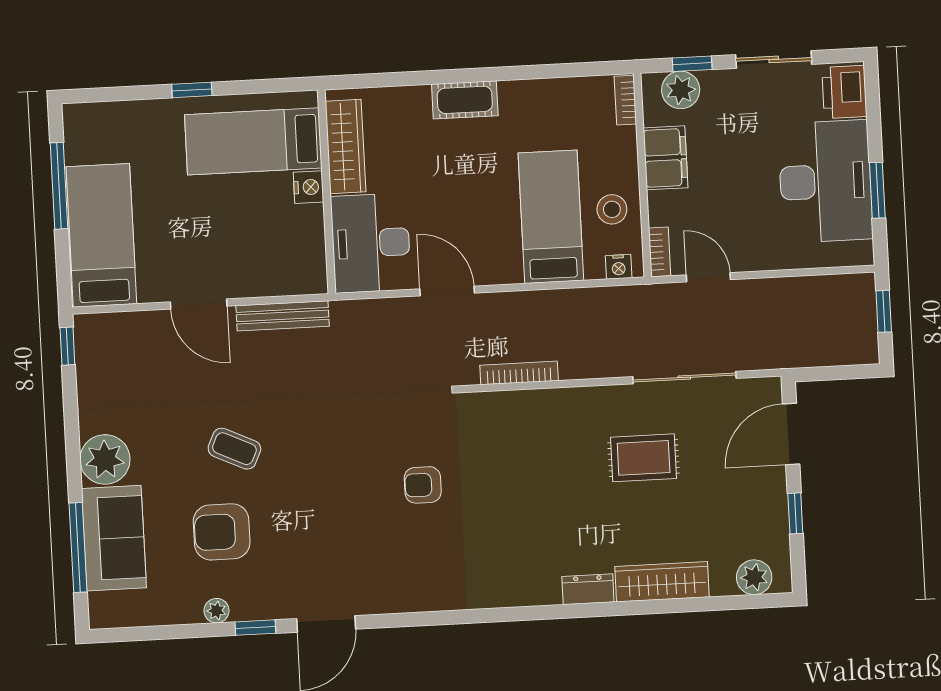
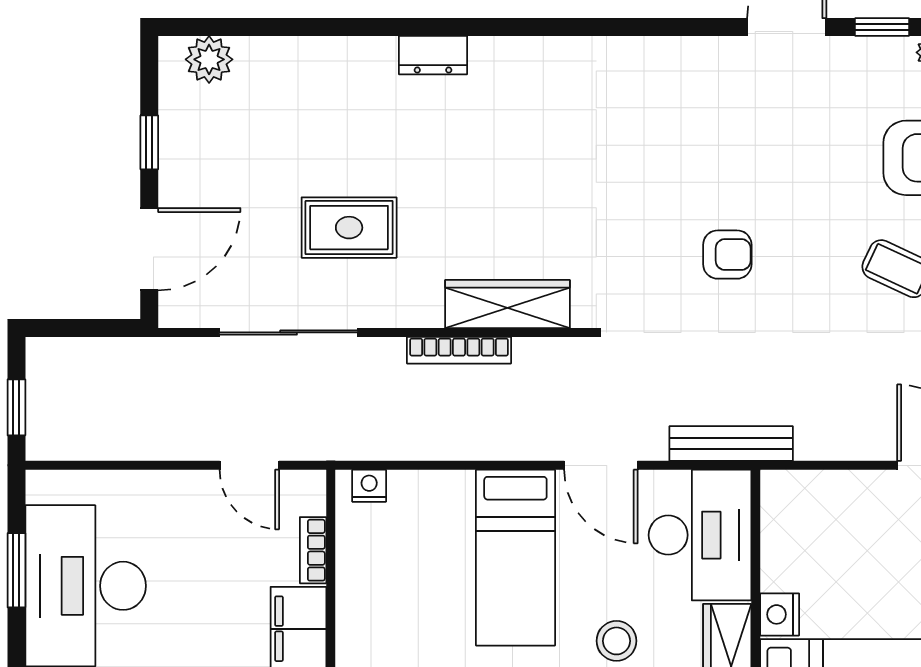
stool: (612, 209) -> (616, 641), moved
bed: (551, 217) -> (515, 558), moved
bookcase: (660, 252) -> (313, 550), moved
bench: (283, 316) -> (731, 444), moved
bookcase: (519, 373) -> (459, 350), moved
armchair: (423, 485) -> (727, 255), moved
wardrobe: (662, 582) -> (507, 304), moved, turned 180

